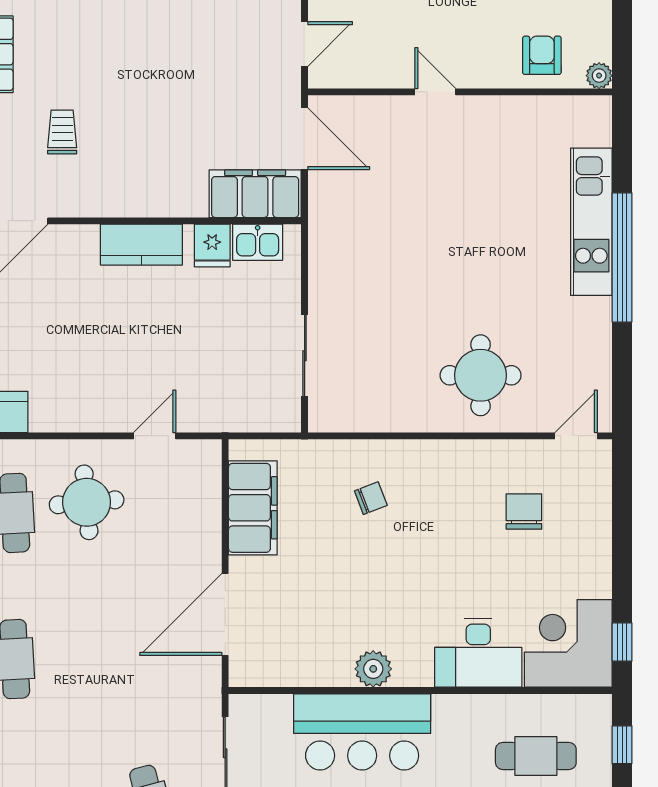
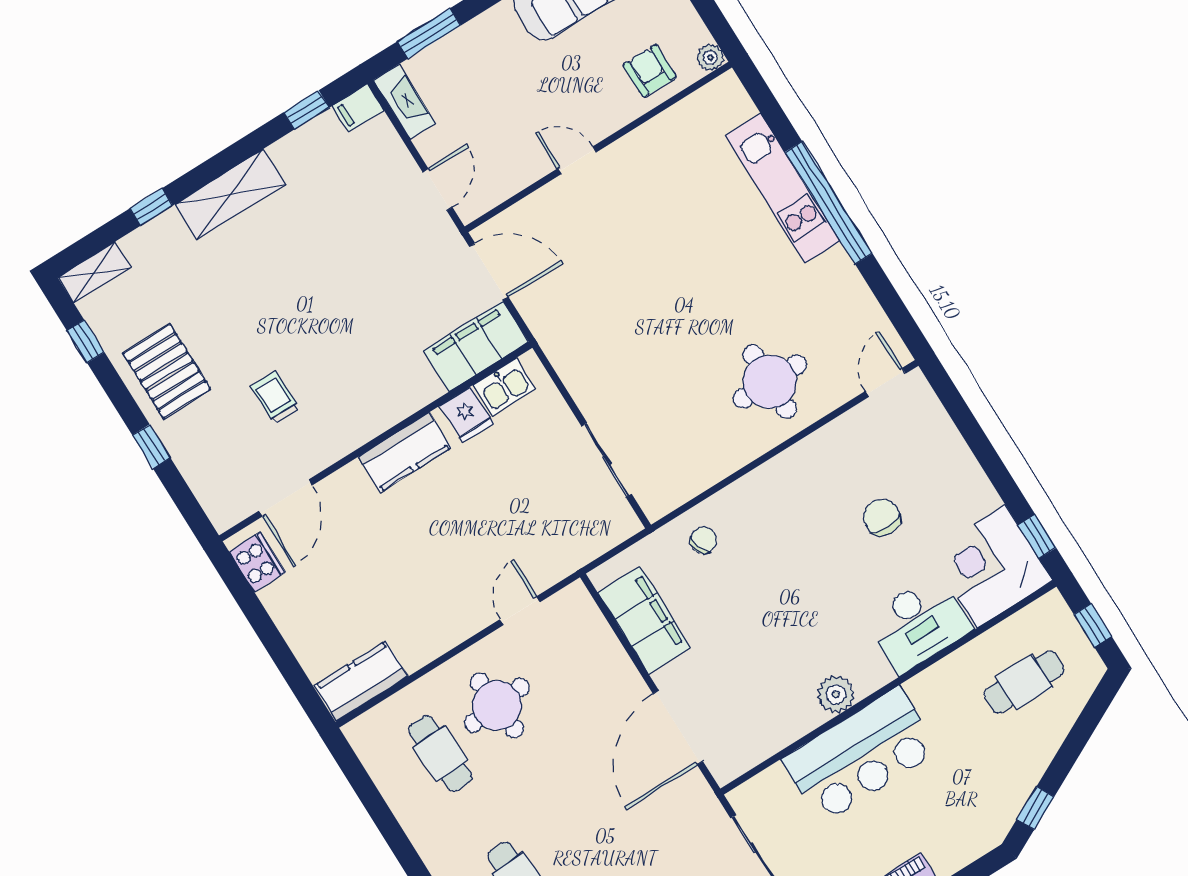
chair: (371, 498) -> (703, 540), moved
chair: (524, 511) -> (882, 517), moved

